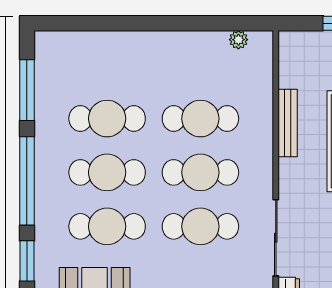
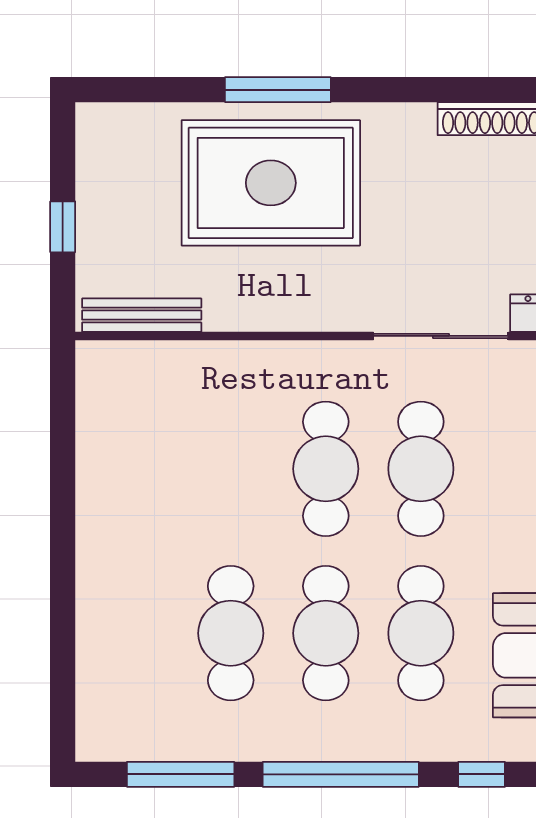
plant: (238, 40) -> (92, 402), removed
cafe table: (200, 119) -> (231, 469), removed
bench: (288, 123) -> (142, 315), moved
window: (27, 261) -> (482, 774), width x0.67

